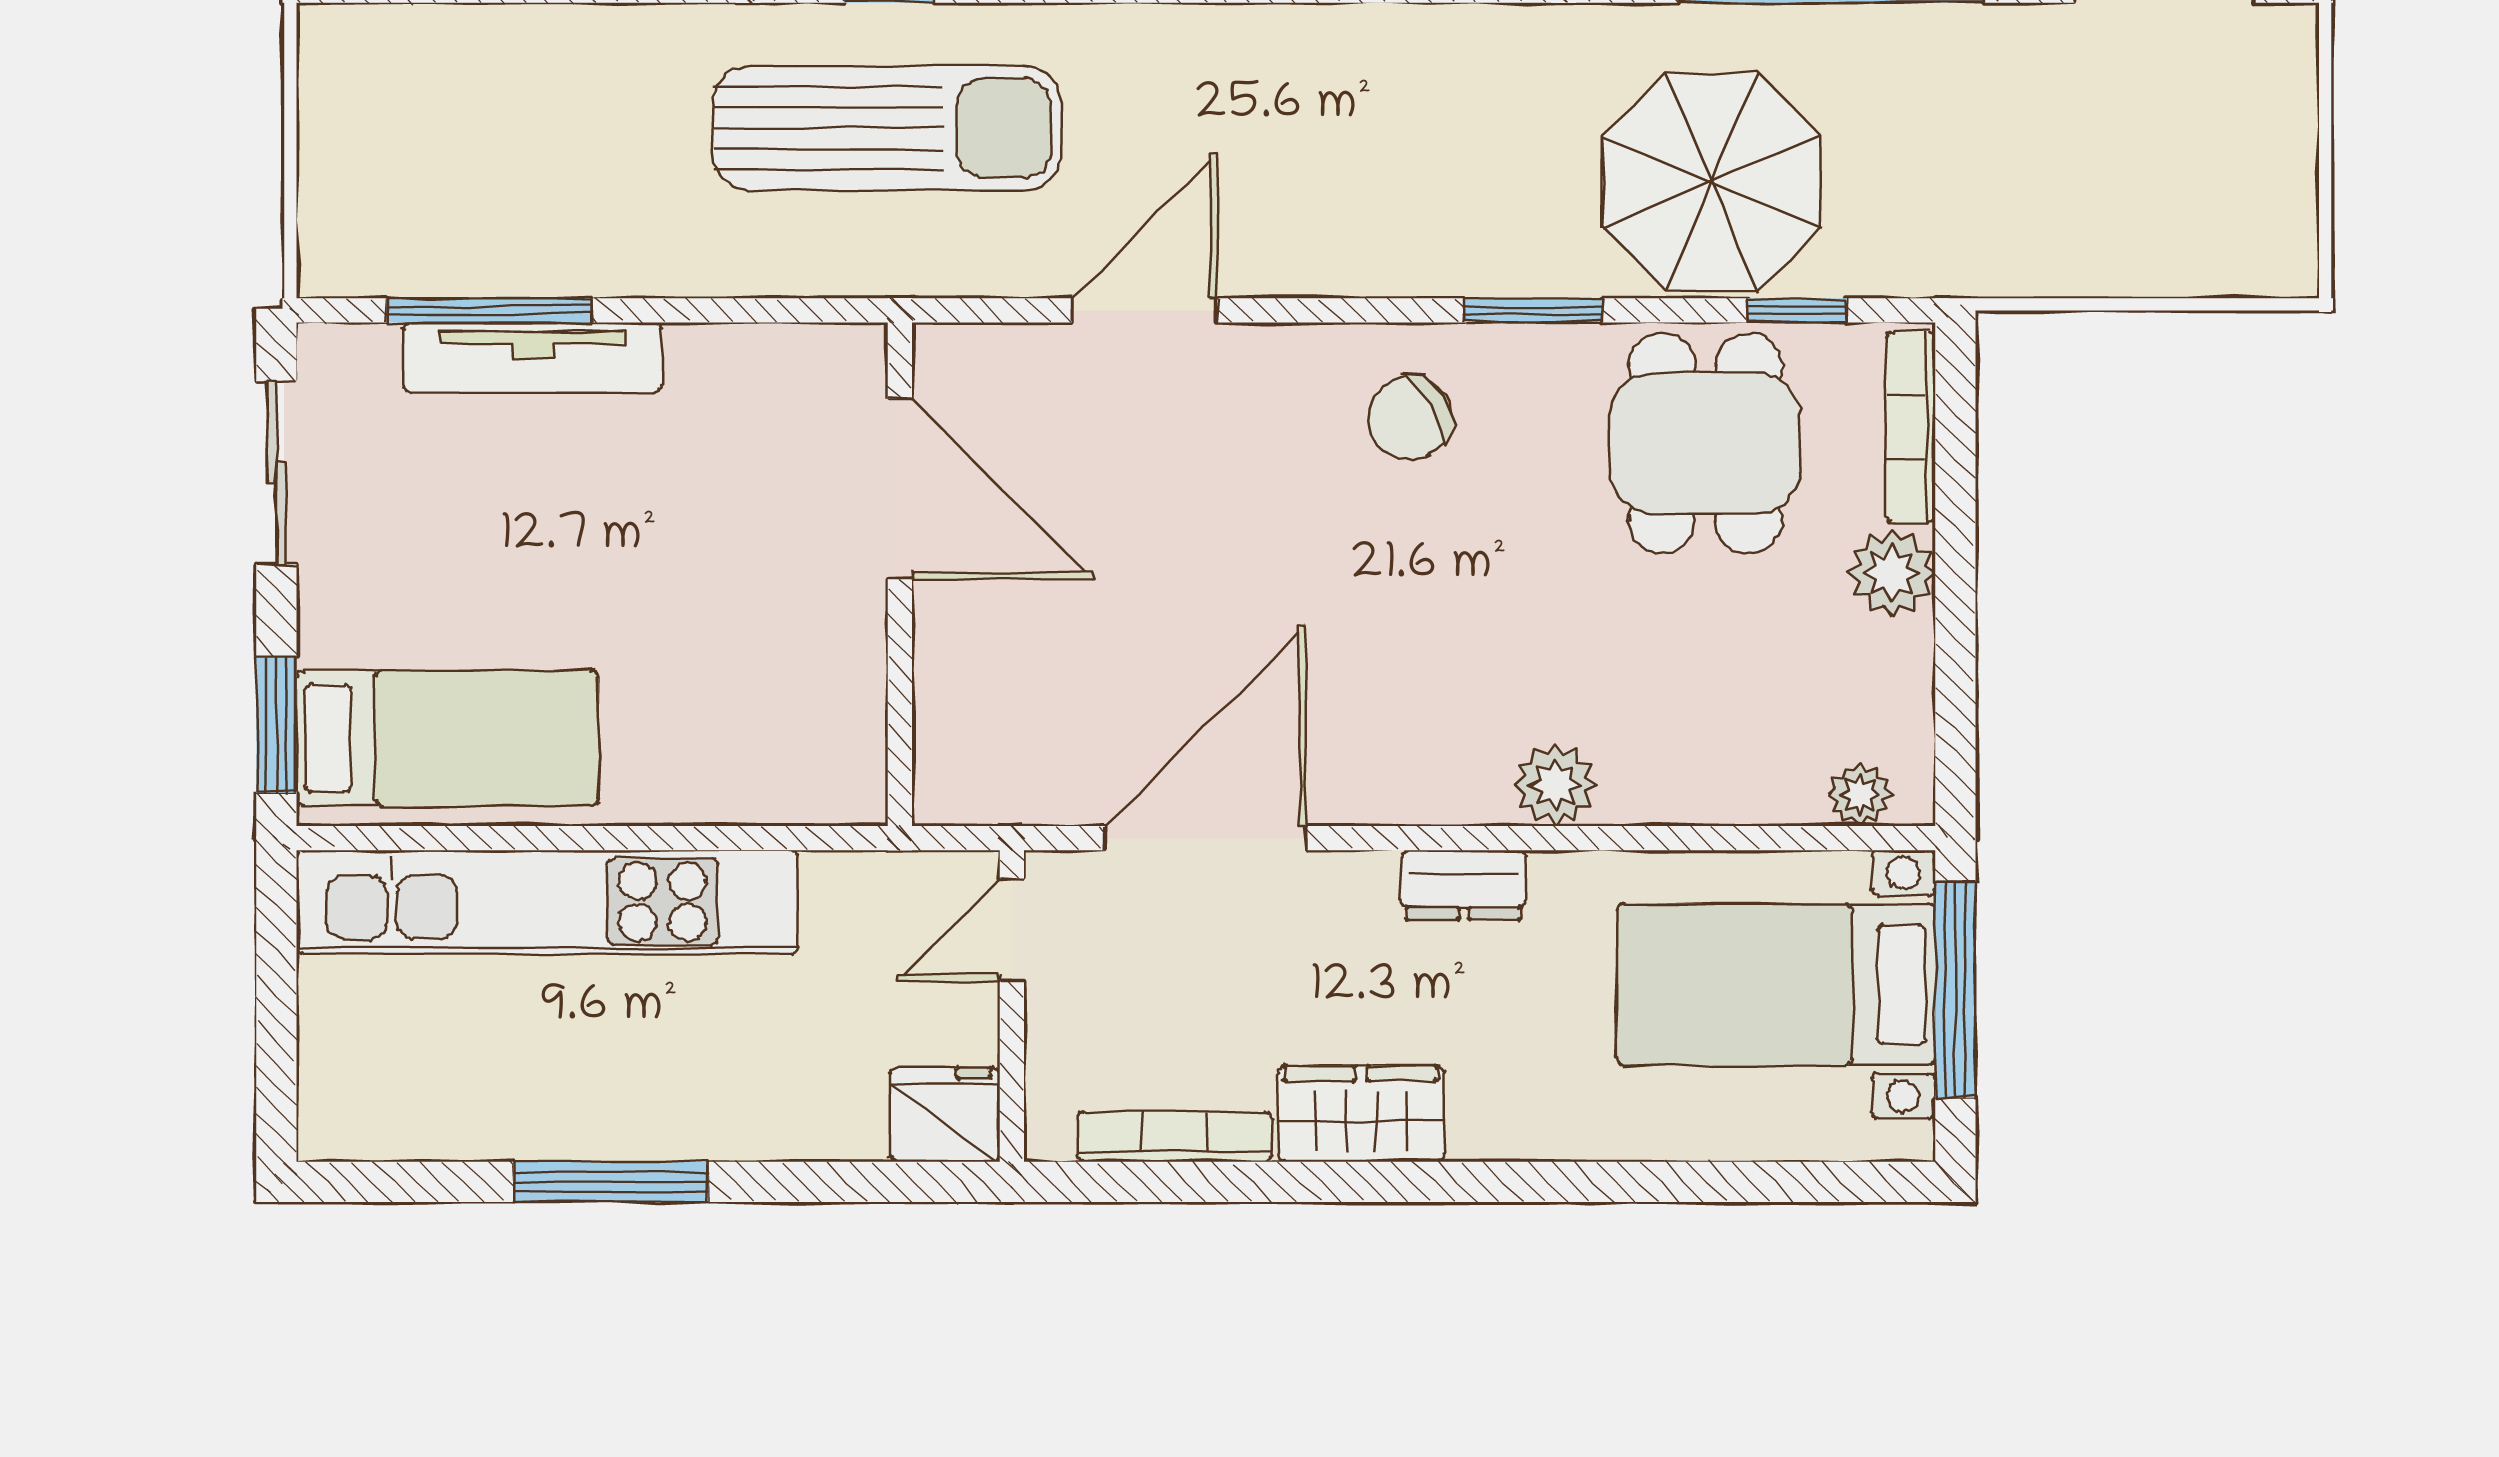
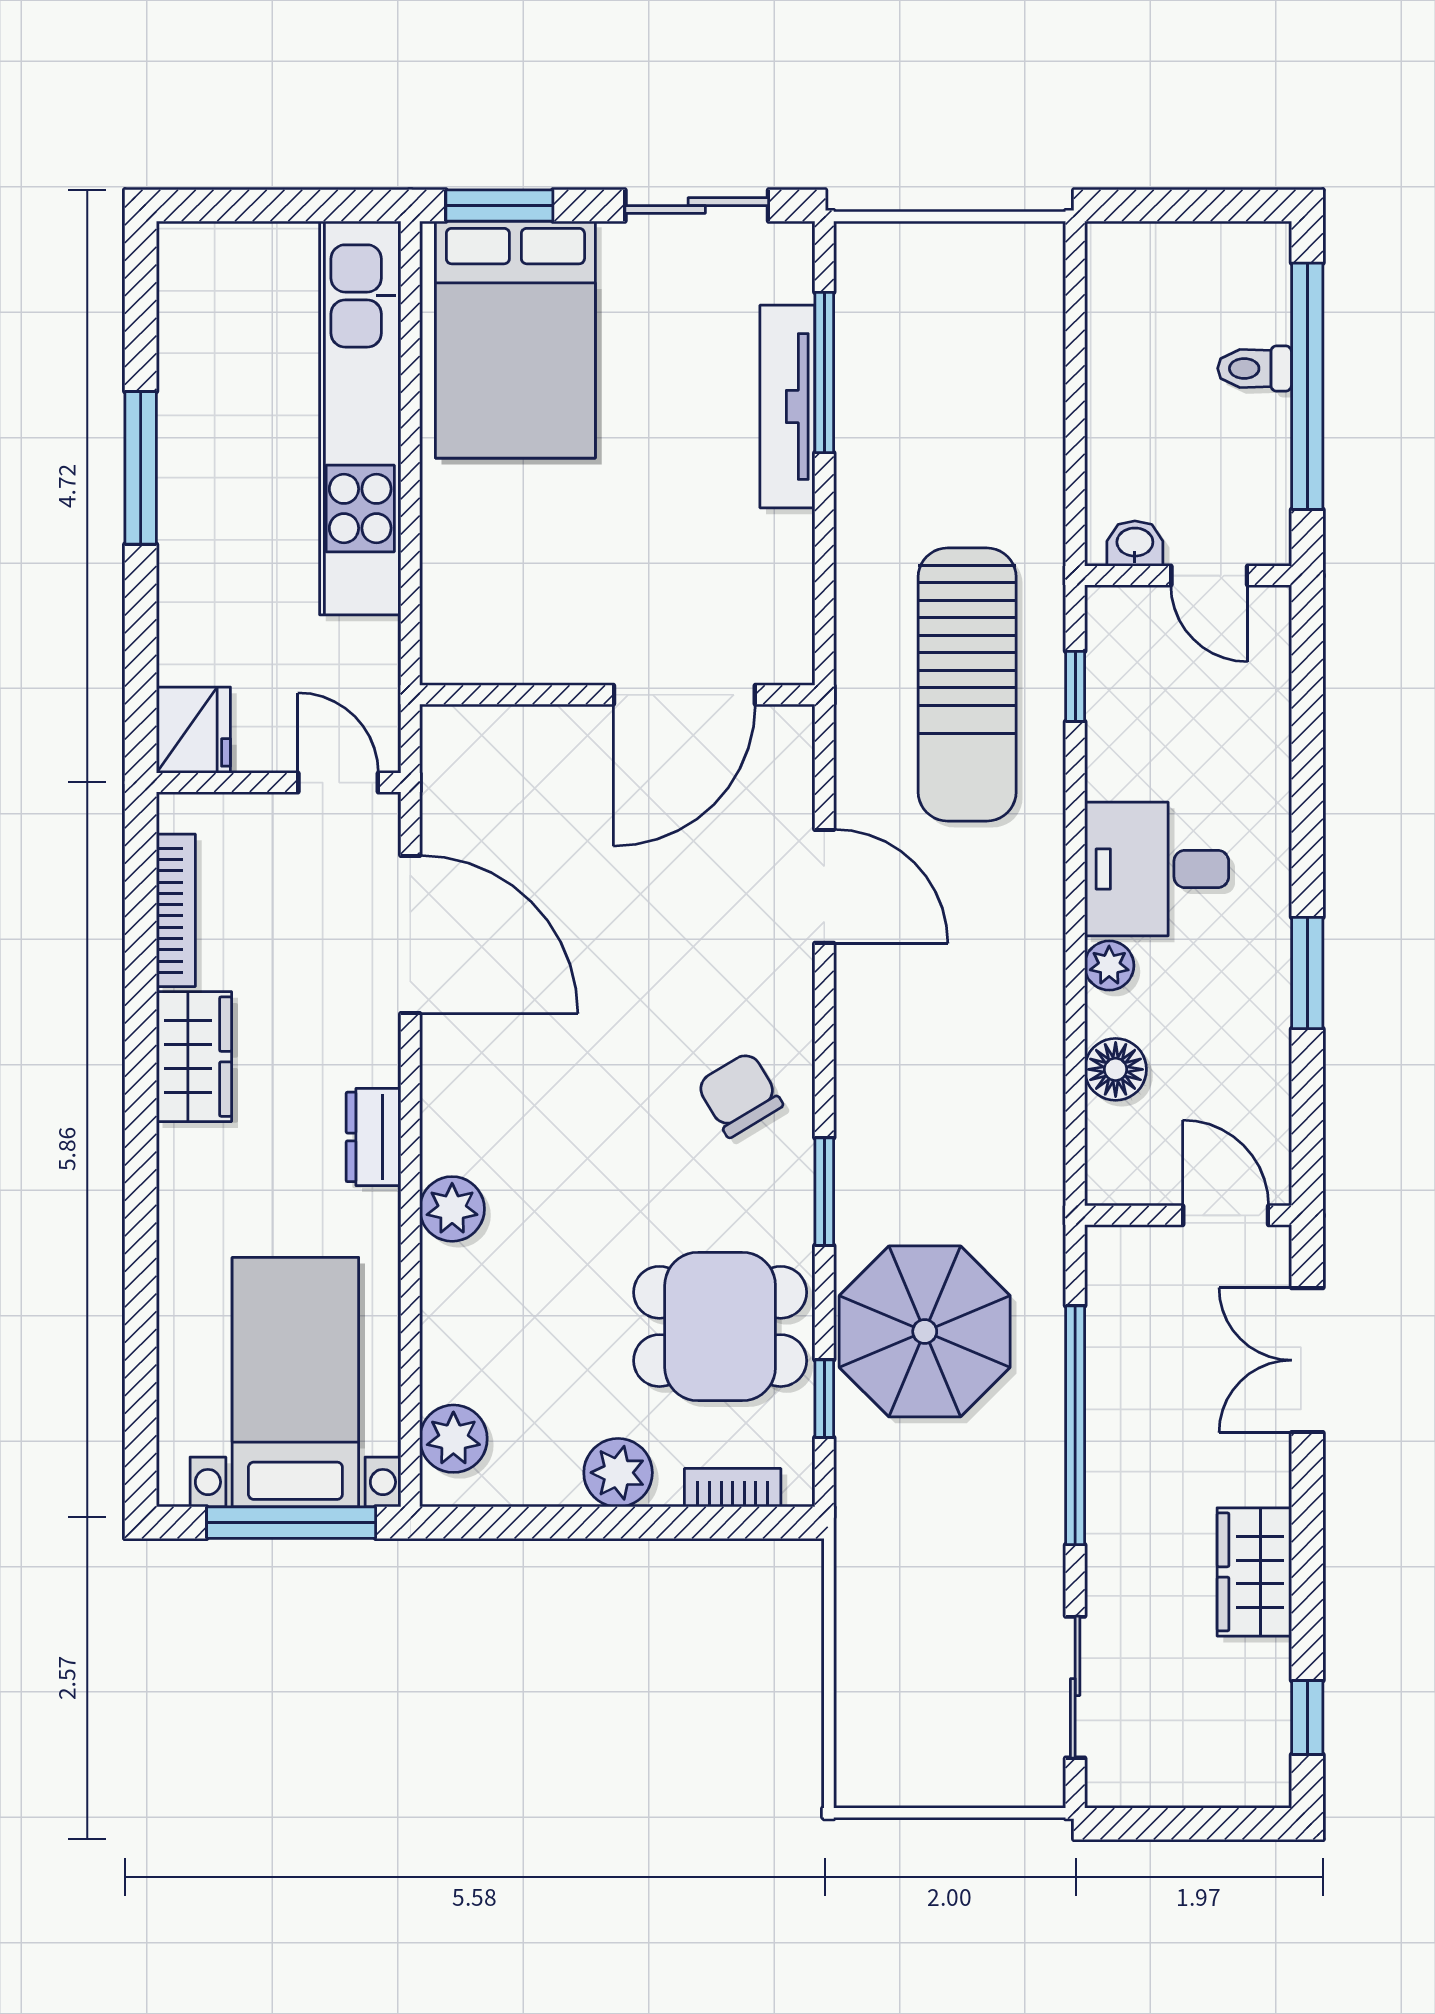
bookcase: (1911, 427) -> (733, 1488), width x0.64
bed: (447, 738) -> (515, 340), width x1.50
plant: (1860, 795) -> (453, 1439), width x1.38, depth x1.38

